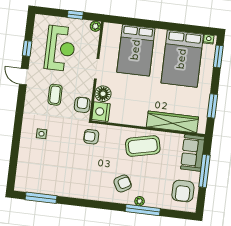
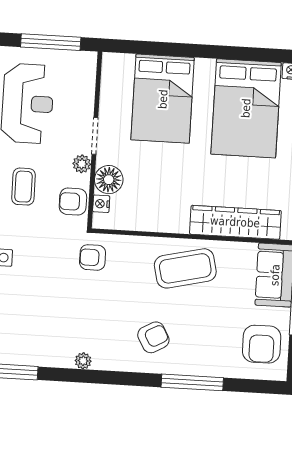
window: (75, 15) -> (51, 42), width x2.17
plant: (95, 26) -> (82, 164), moved
armchair: (82, 105) -> (73, 202), turned -90
nightstand: (101, 112) -> (101, 204), width x0.53, depth x0.56
plant: (140, 201) -> (83, 361), moved

